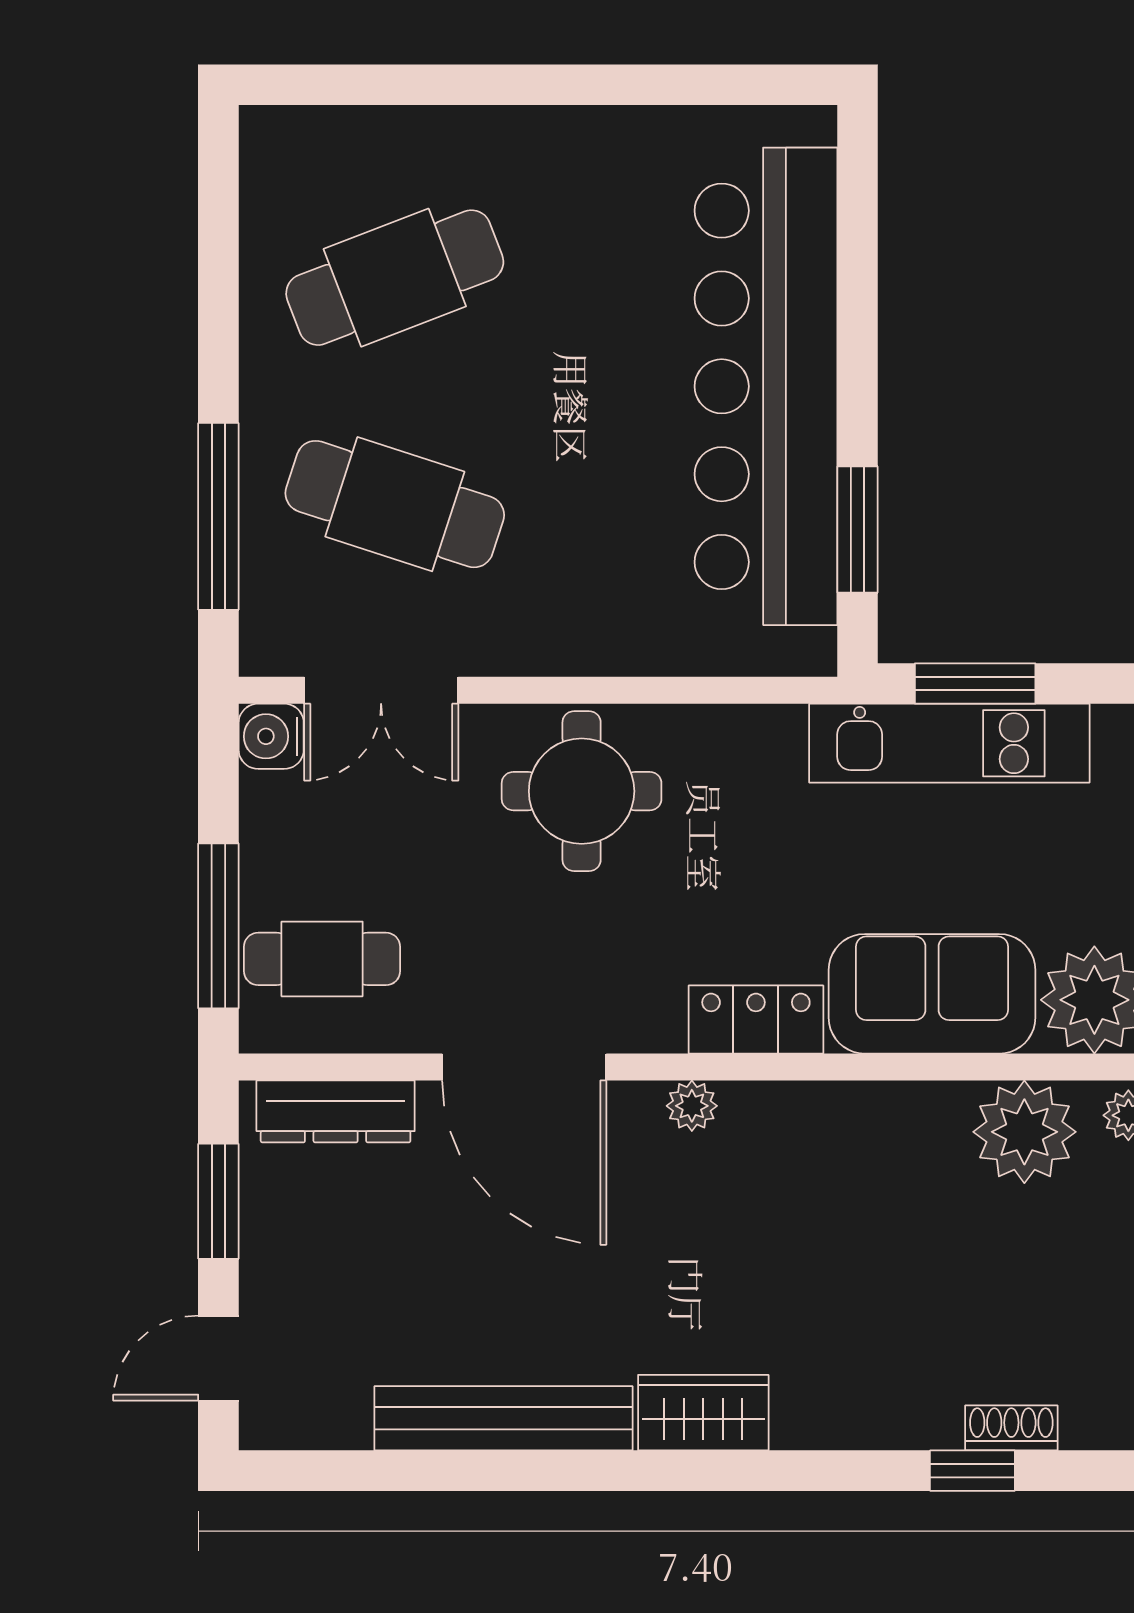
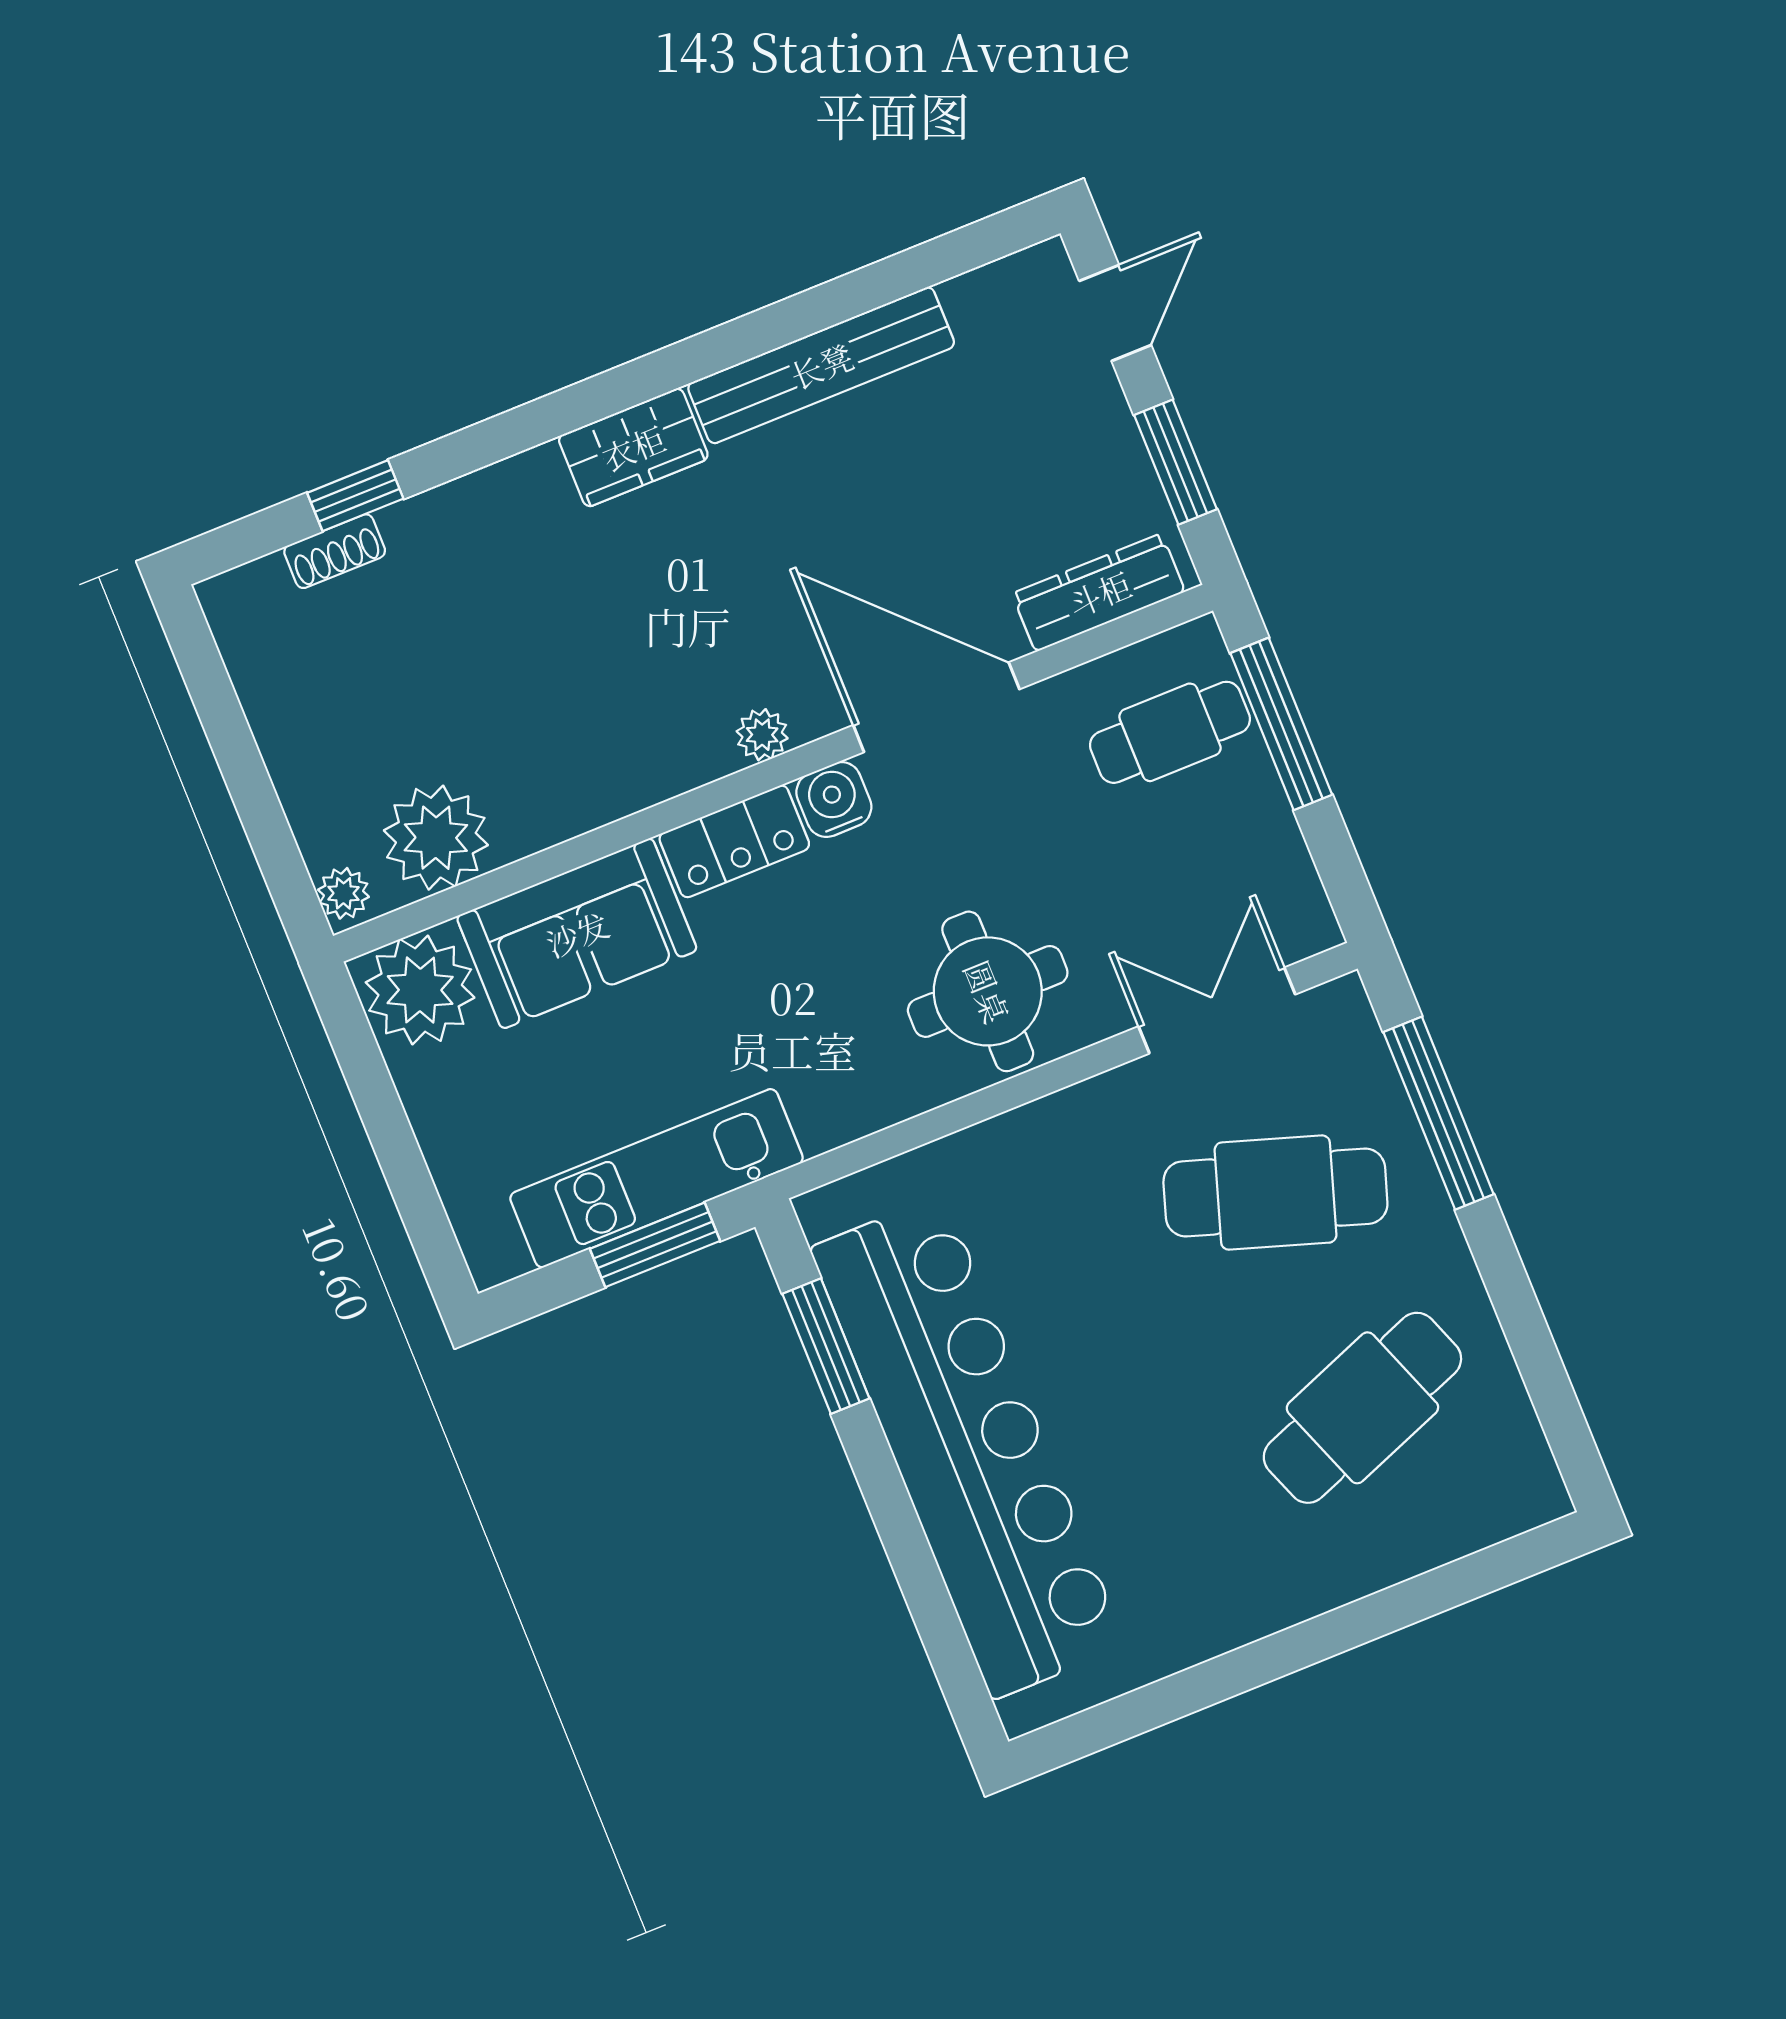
water cooler: (271, 736) -> (834, 800), moved, turned -90

